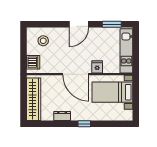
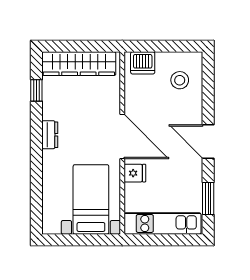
door: (76, 74) -> (122, 137), swing flipped
dresser: (62, 116) -> (50, 135), moved
window: (84, 124) -> (36, 90), moved

